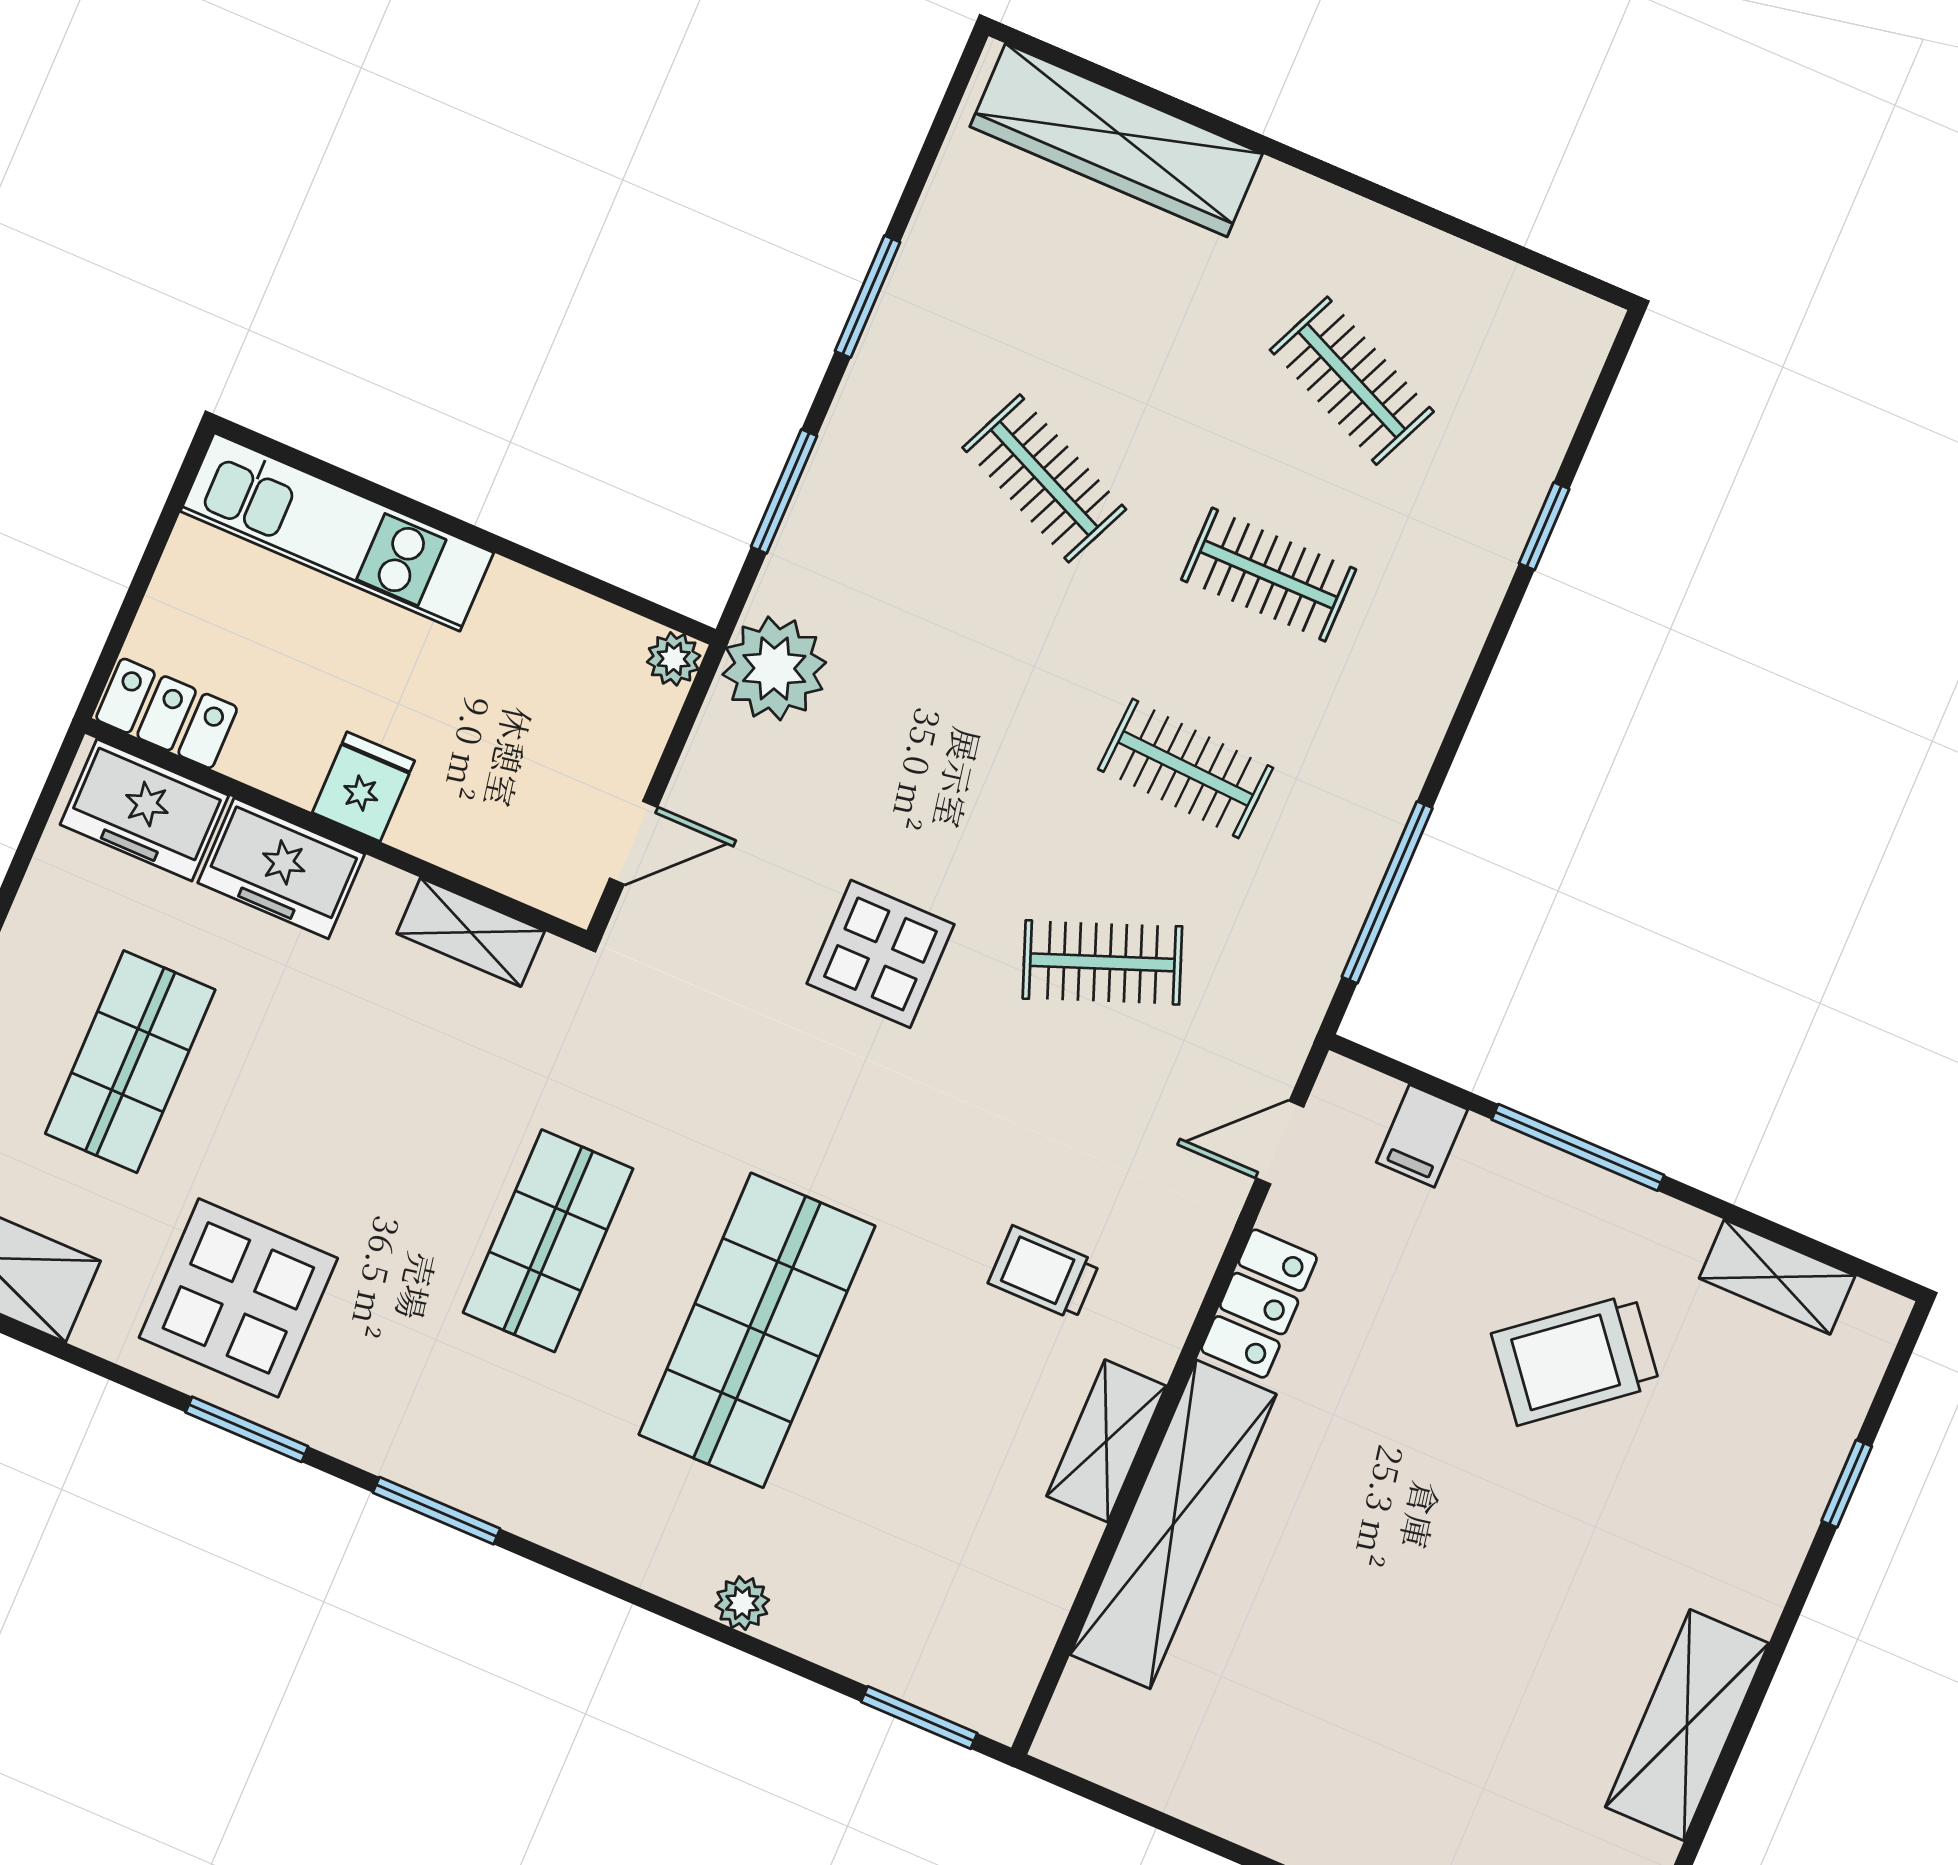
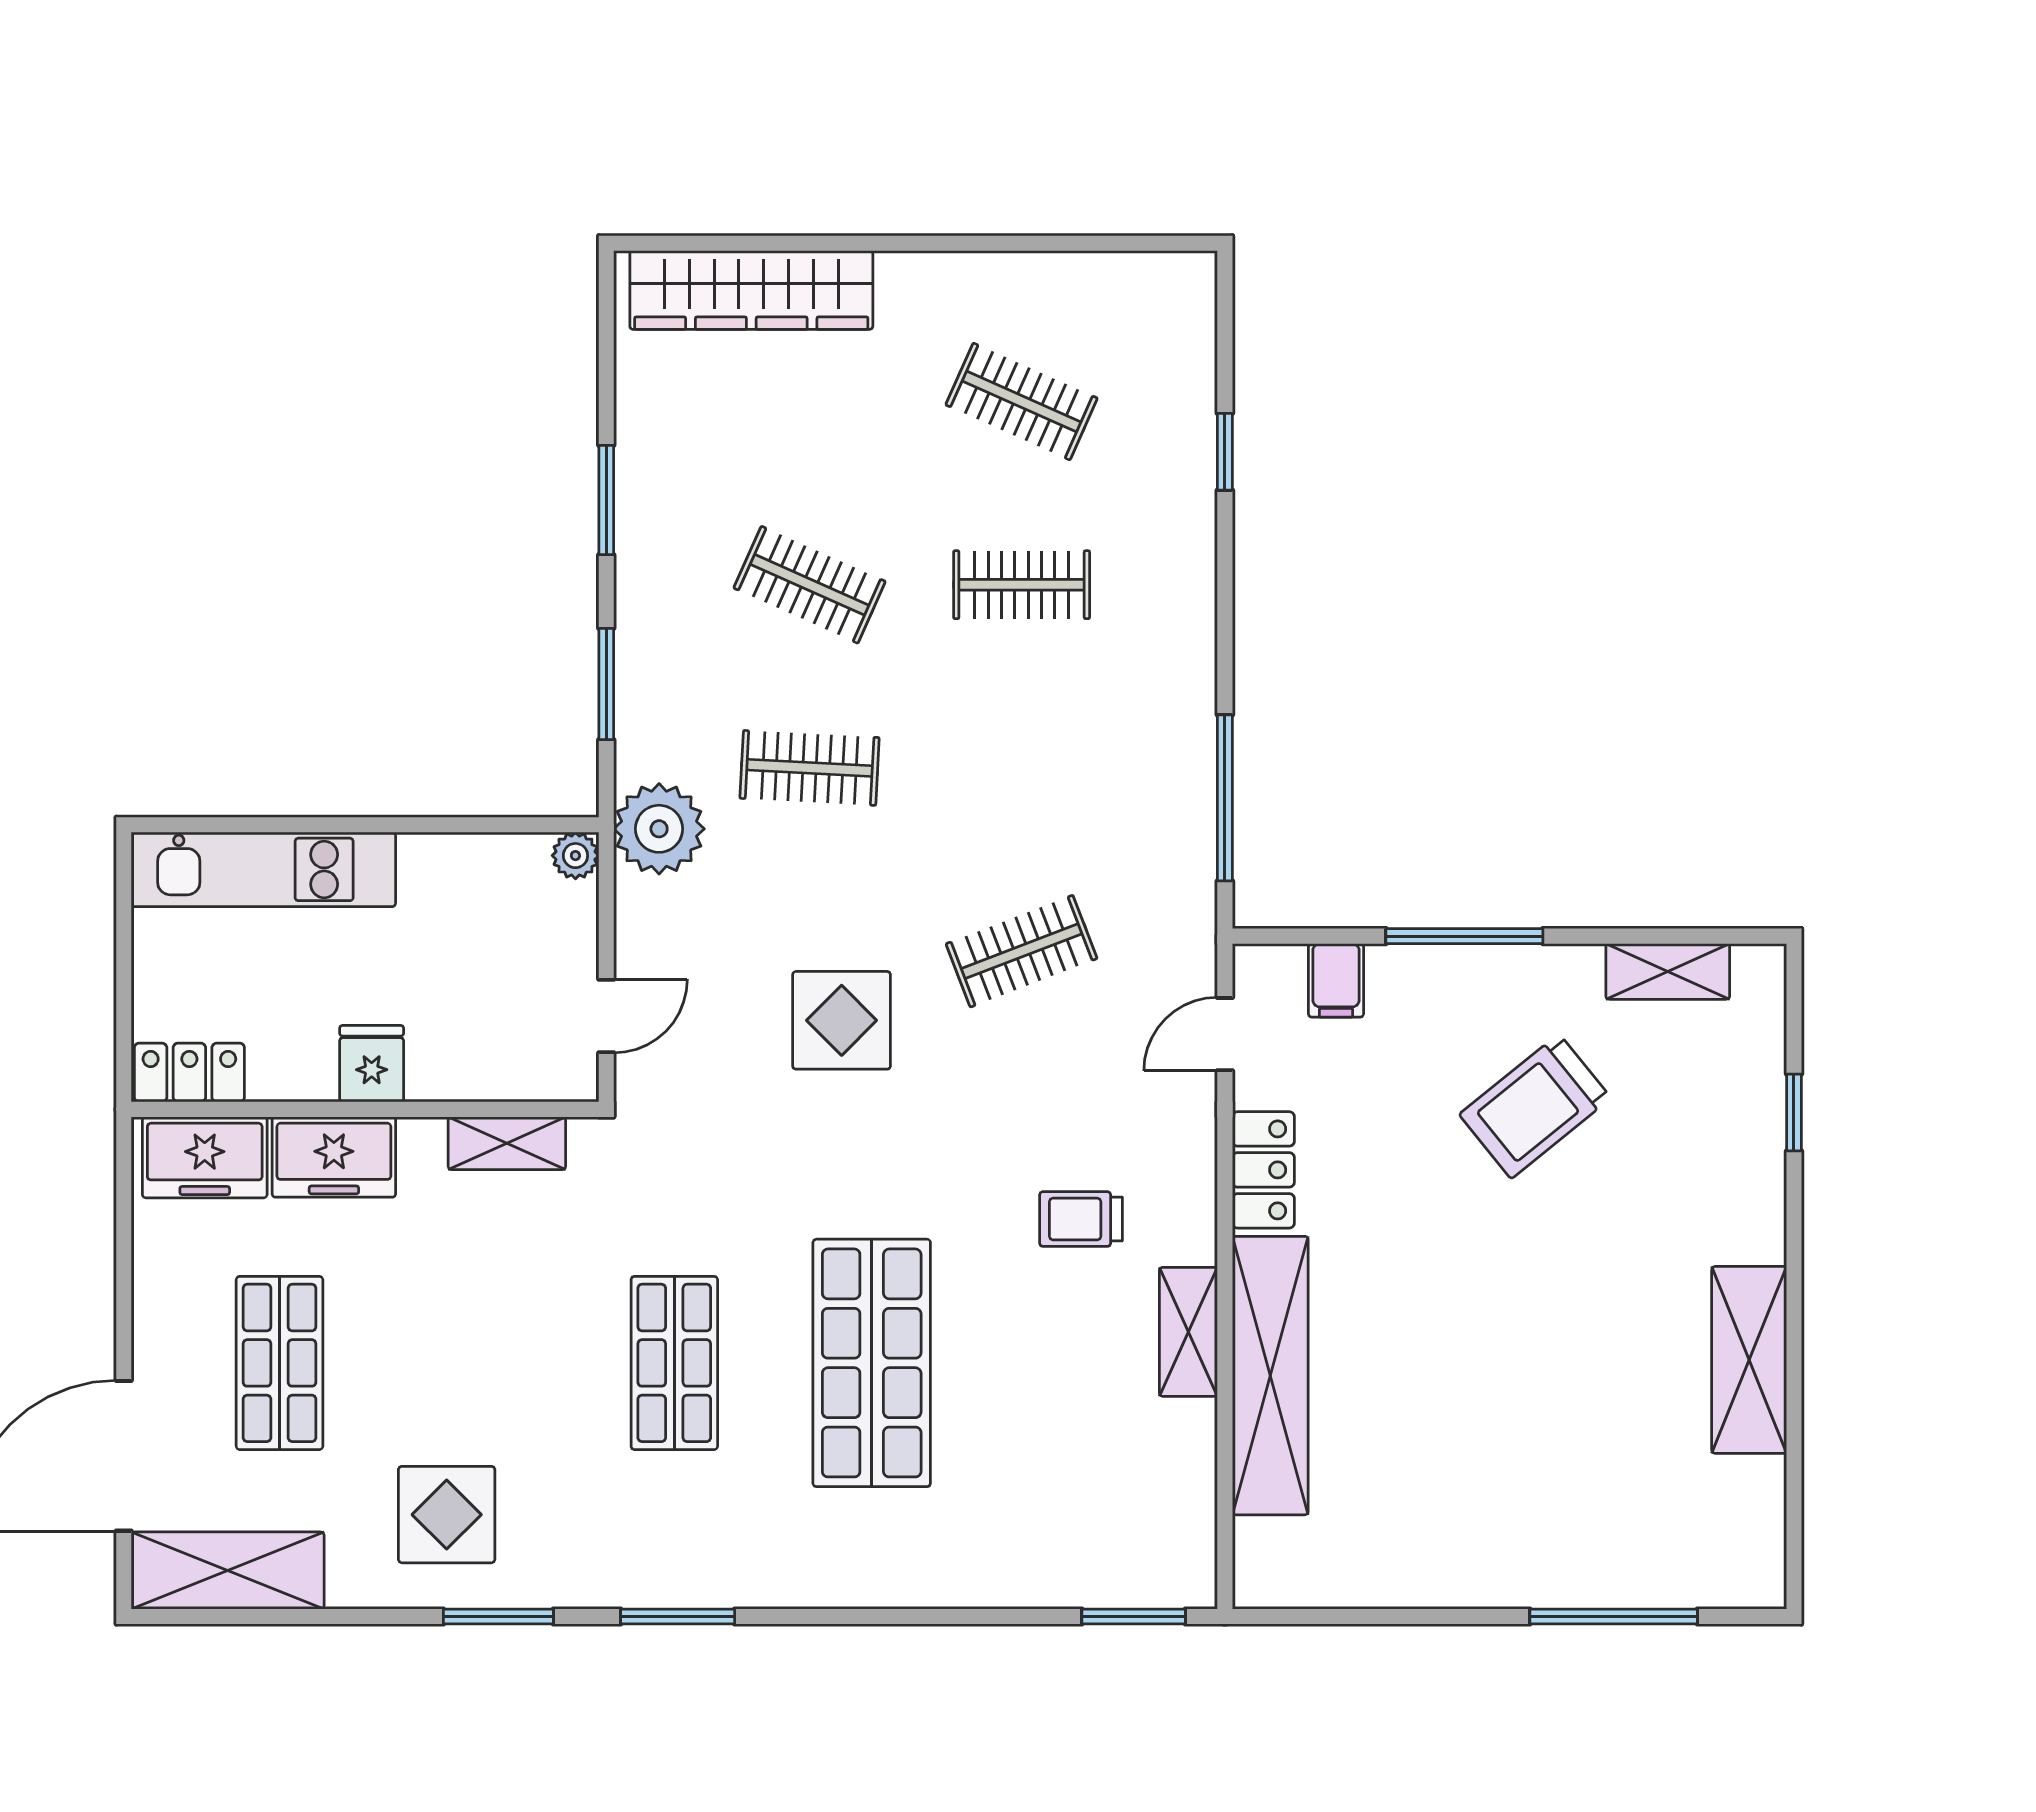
clothes rail: (1186, 768) -> (810, 768), moved
display table: (238, 1298) -> (447, 1515), width x0.73, depth x0.73
plant: (742, 1603) -> (953, 1586), removed

